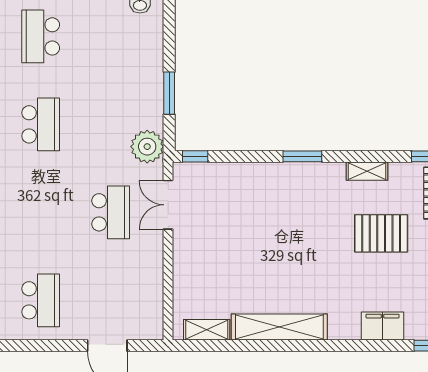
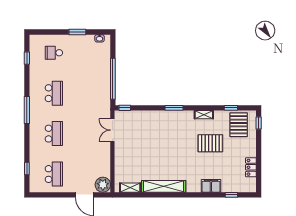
school desk: (41, 36) -> (54, 53), width x0.54
window: (169, 93) -> (113, 79), width x2.11
plant: (147, 147) -> (103, 185), moved
school desk: (111, 212) -> (54, 134), moved

